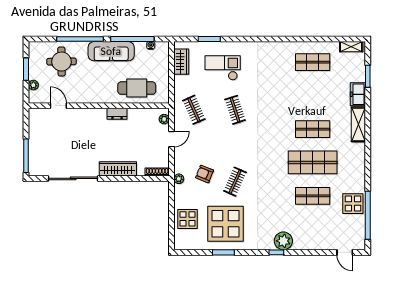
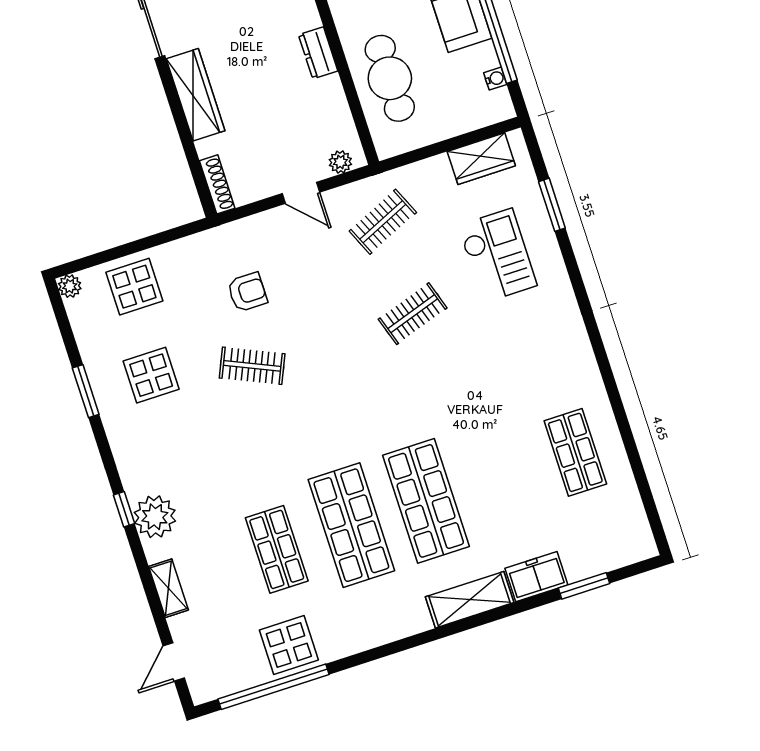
shelving: (351, 47) -> (168, 588), moved
shop shelf: (313, 129) -> (426, 501), width x1.43, depth x1.36
armchair: (205, 174) -> (247, 292), turned 68
plant: (179, 179) -> (70, 286), moved
display table: (226, 224) -> (151, 375), width x0.54, depth x0.54

